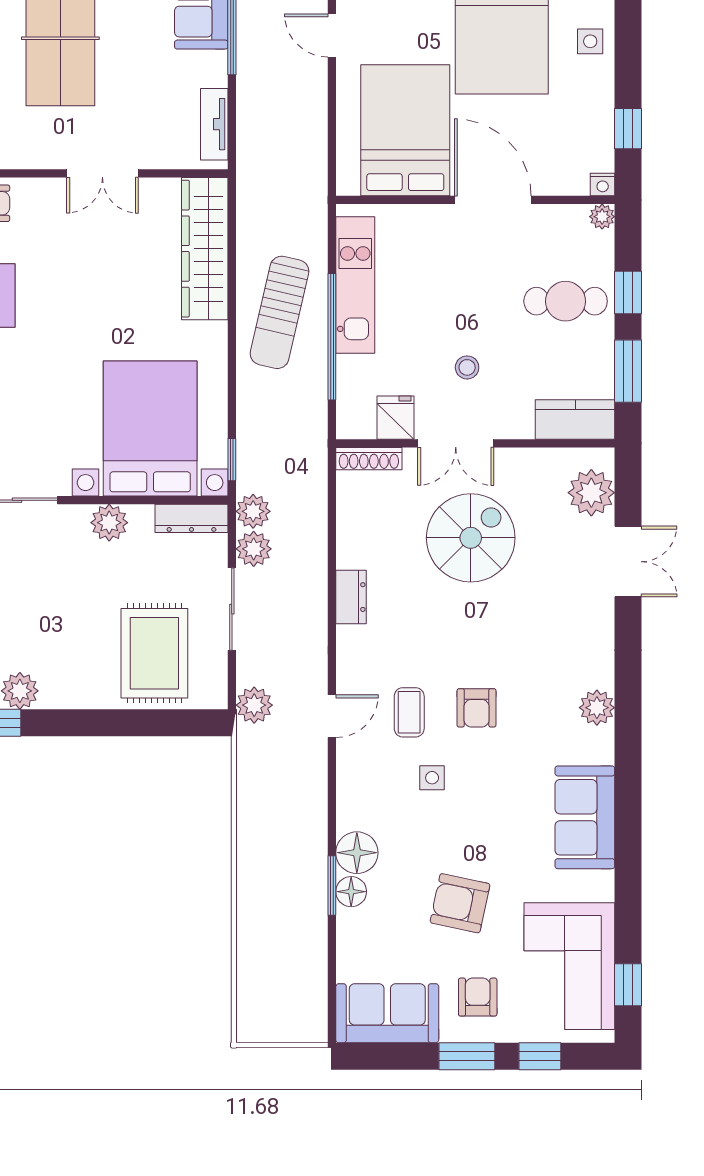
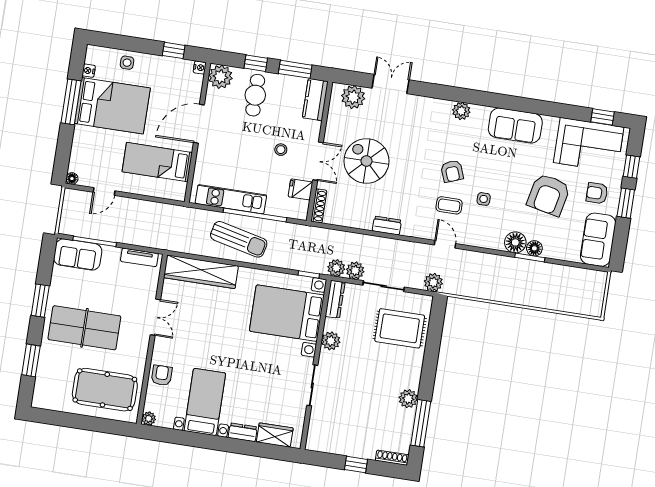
bed: (405, 130) -> (157, 162), width x0.67
plant: (602, 217) -> (220, 77), width x1.88, depth x1.88
armchair: (477, 708) -> (452, 171), turned 69
armchair: (460, 903) -> (549, 195), width x1.36, depth x1.36

